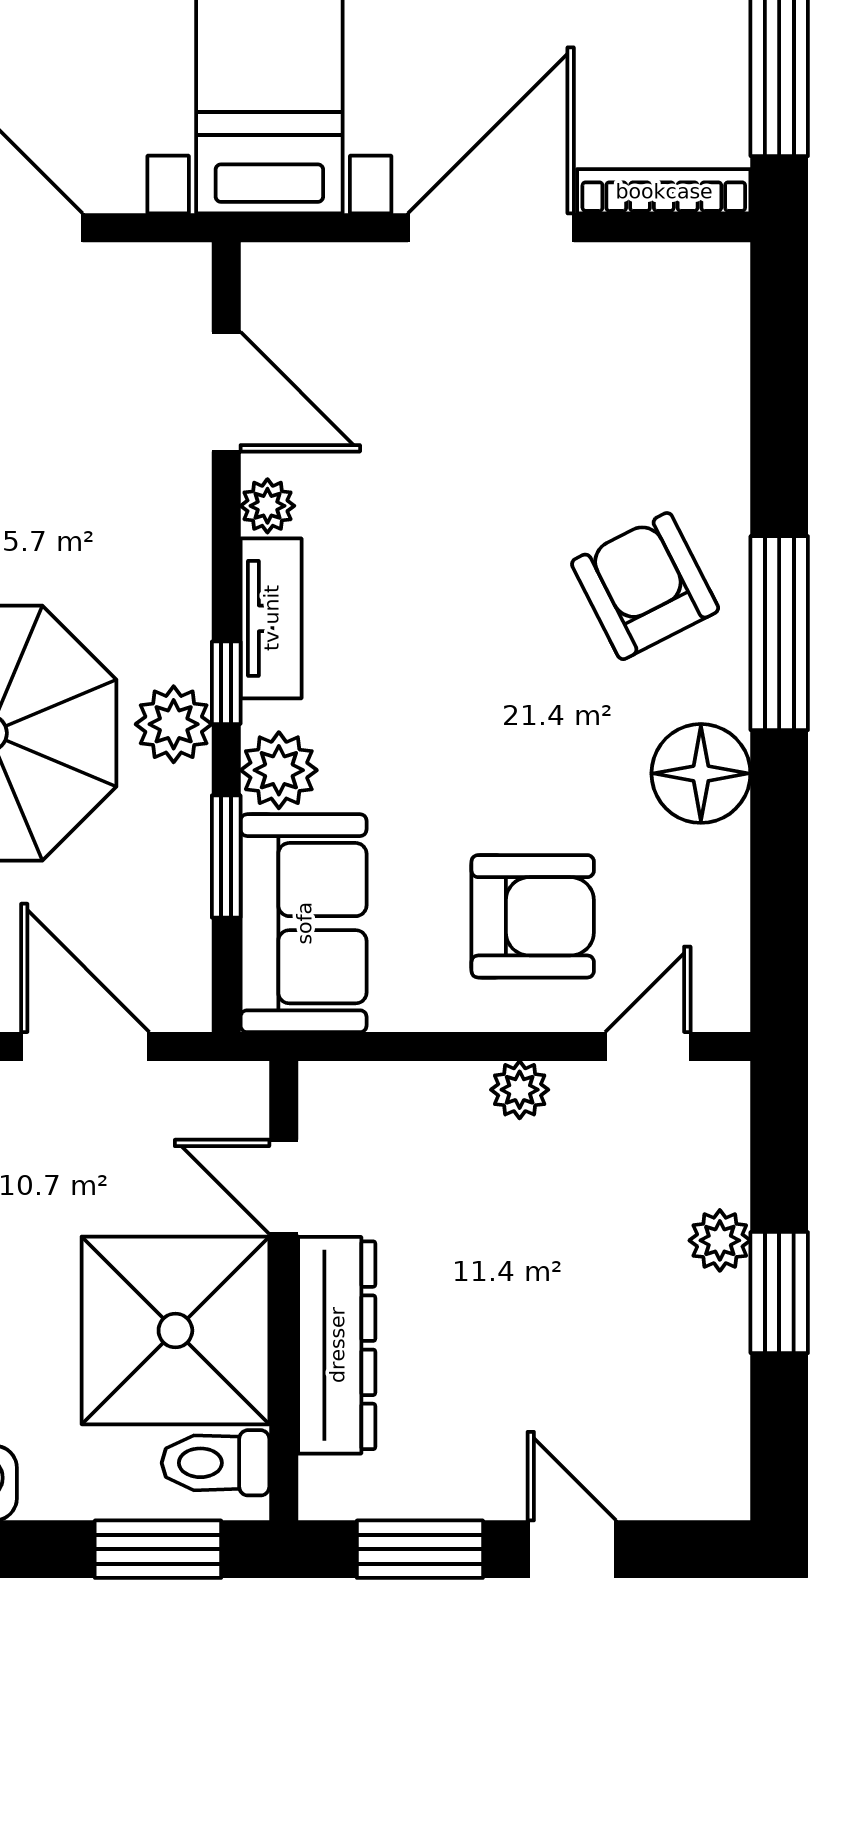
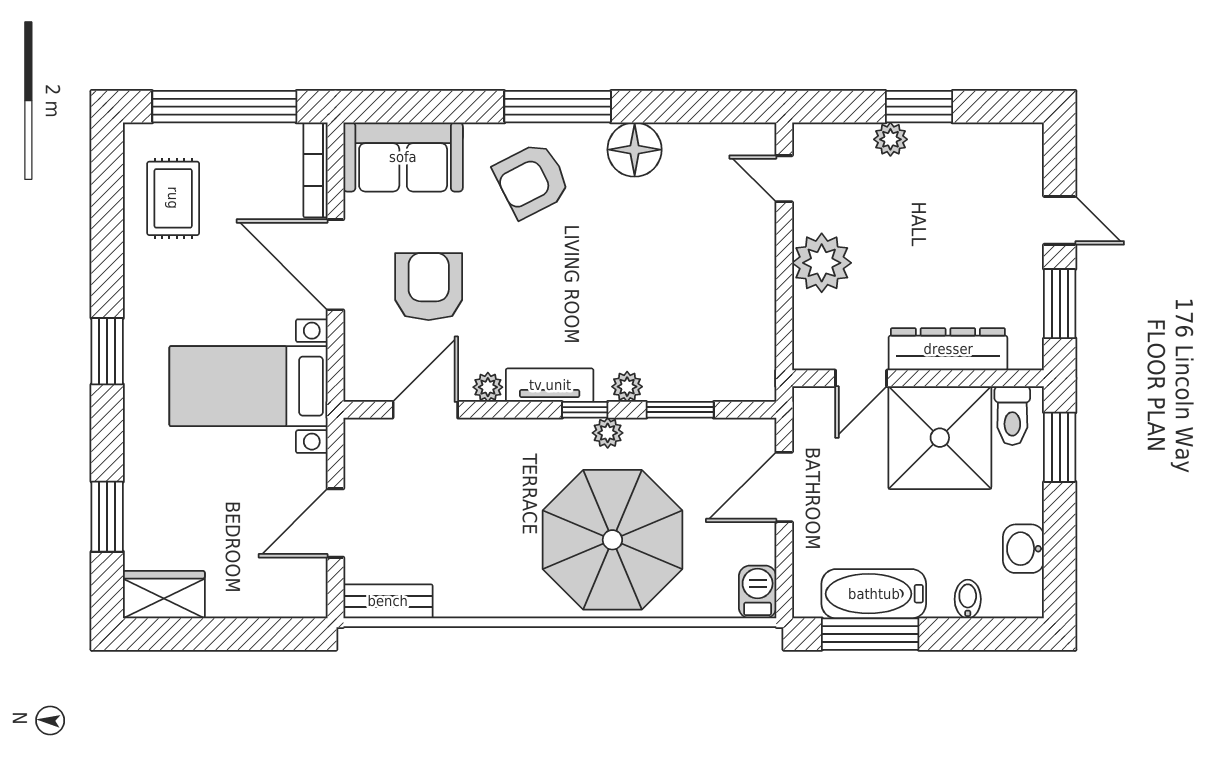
plant: (174, 724) -> (608, 433), width x0.73, depth x0.73
plant: (279, 770) -> (627, 387), width x0.73, depth x0.73
armchair: (533, 916) -> (429, 287), moved
sofa: (304, 923) -> (403, 157), moved, turned 180
plant: (520, 1090) -> (822, 263), width x1.87, depth x1.87
door: (572, 1549) -> (1060, 220), swing flipped

